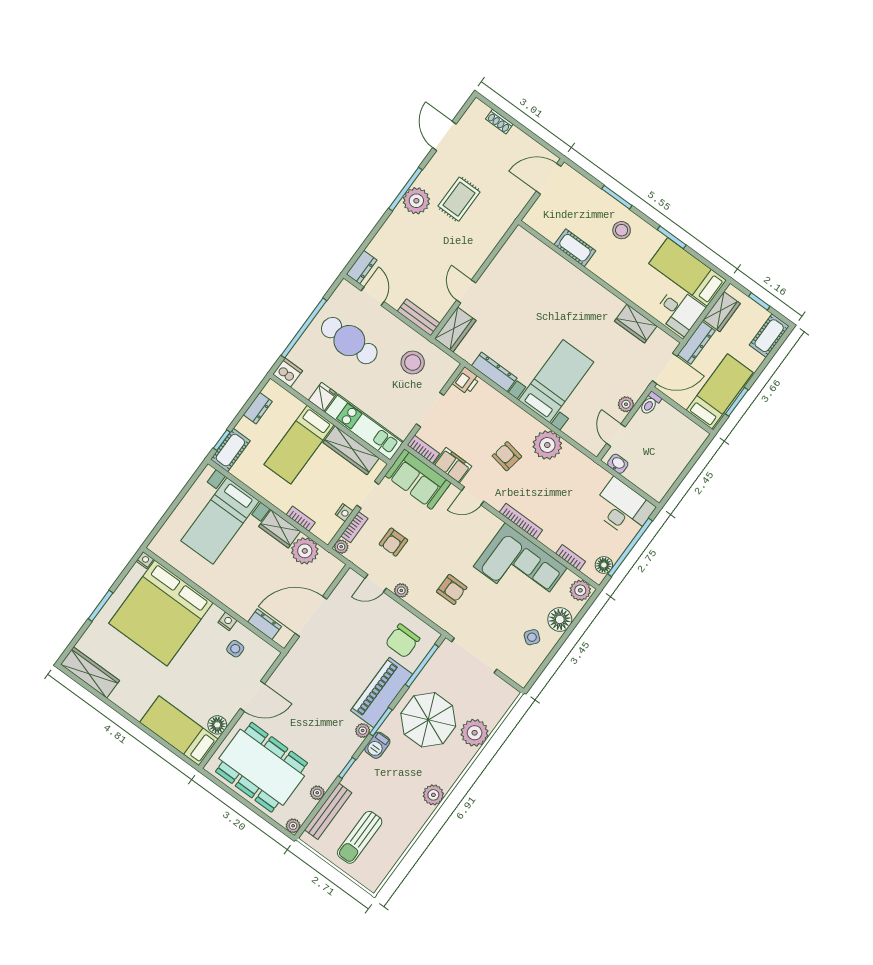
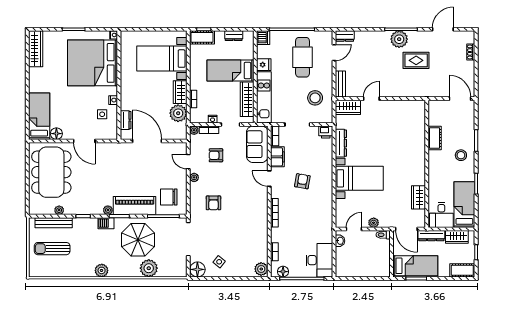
plant: (547, 445) -> (323, 198), removed
corner sofa: (520, 567) -> (251, 230), removed
floor lamp: (560, 619) -> (197, 269), moved
plant: (293, 826) -> (33, 210), removed

